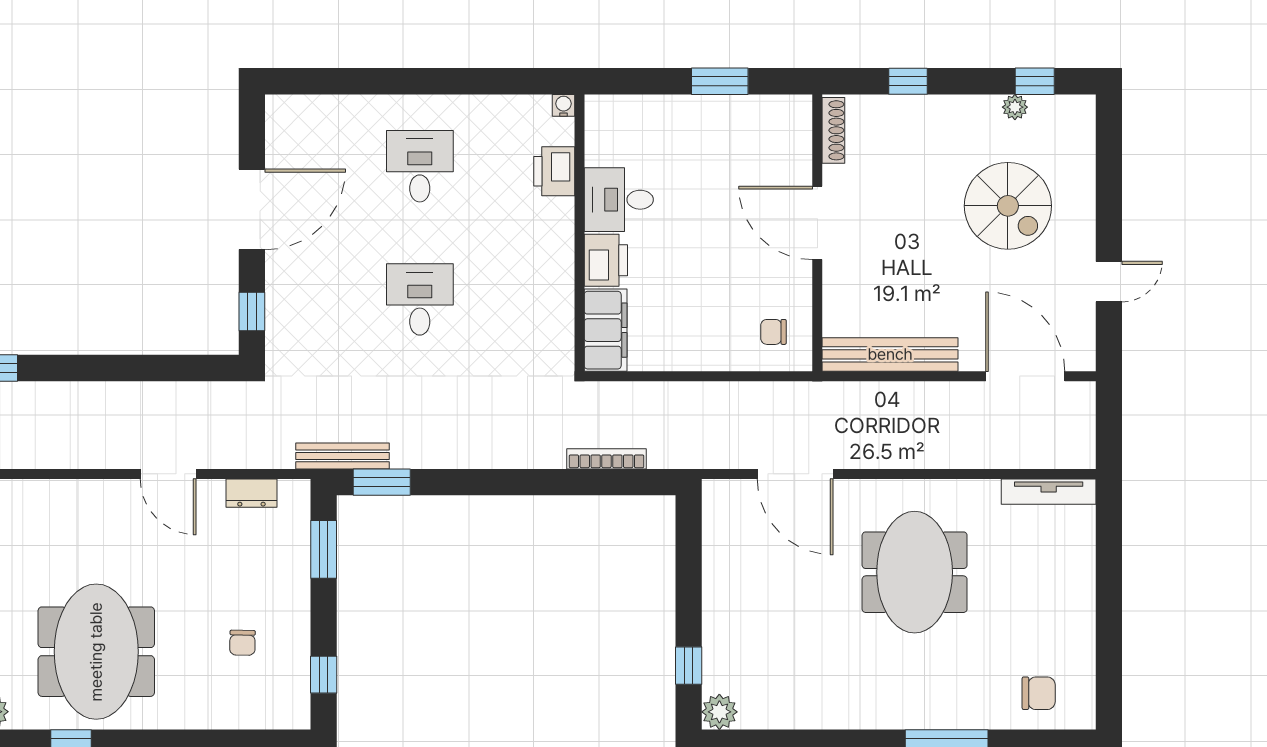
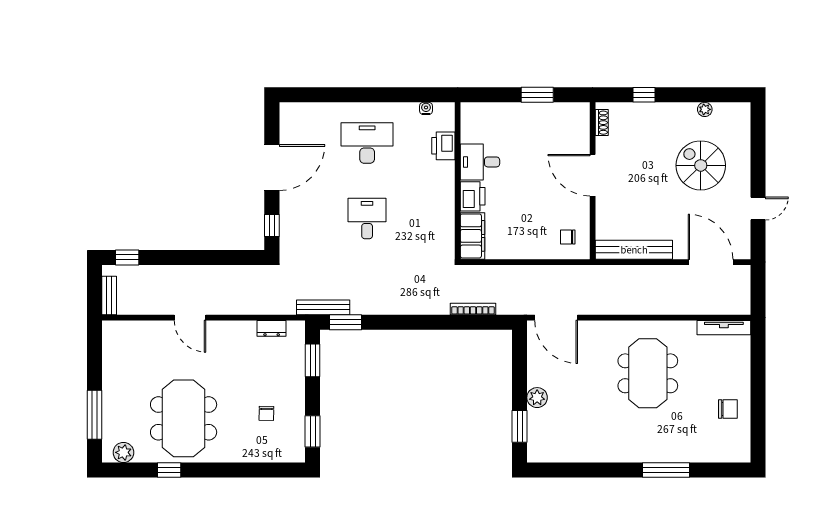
window: (1035, 81) -> (716, 95), removed
water cooler: (563, 105) -> (426, 108), moved
shoe rack: (833, 130) -> (602, 123), width x0.70
desk: (420, 166) -> (367, 143), width x1.37
spiral stairs: (1008, 206) -> (701, 165), turned 180
door: (168, 474) -> (190, 318), moved
door: (795, 474) -> (556, 318), moved
window: (689, 666) -> (520, 426), width x1.50
window: (324, 675) -> (313, 431), width x1.50
chair: (1039, 693) -> (728, 409), moved
plant: (719, 712) -> (537, 398), moved

